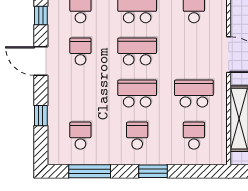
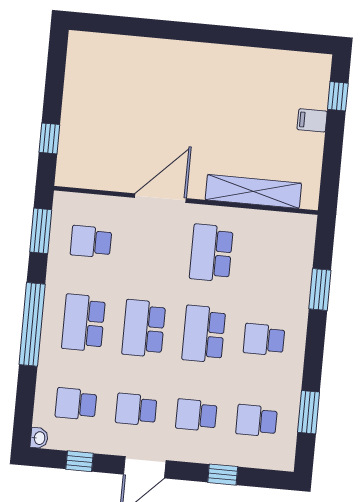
school desk: (194, 136) -> (196, 415), moved
window: (90, 171) -> (309, 412), width x0.69
window: (153, 171) -> (320, 290), moved

